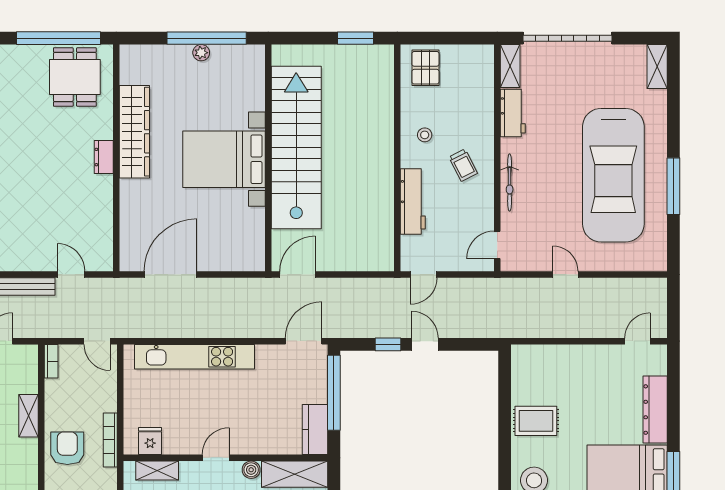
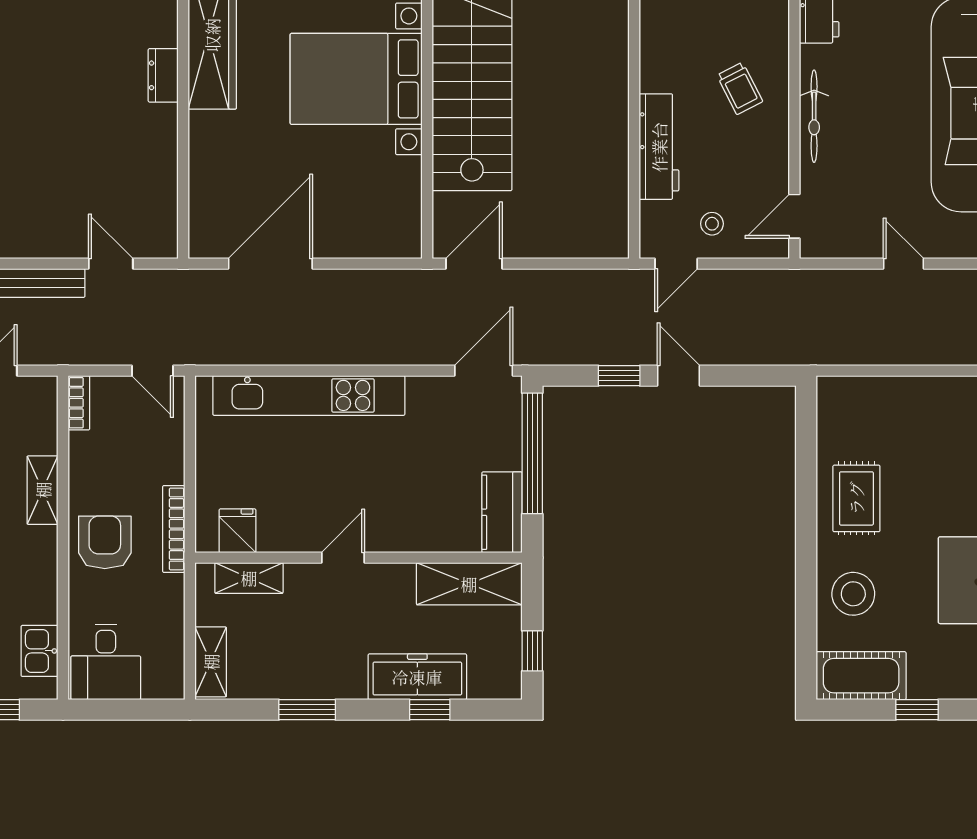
stool: (425, 135) -> (712, 224), moved
rug: (536, 421) -> (856, 498), turned 90
boiler: (251, 470) -> (400, 577), removed

